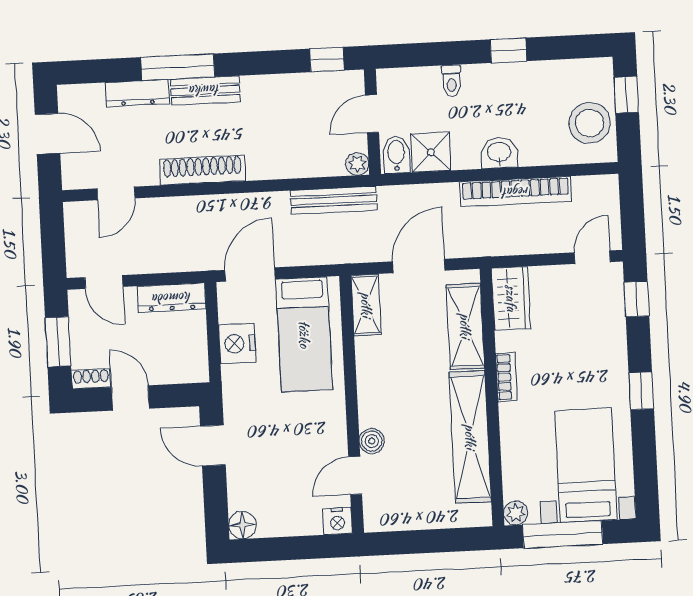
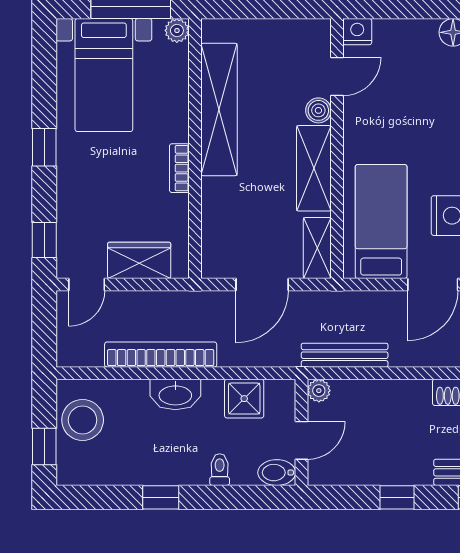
window: (327, 59) -> (397, 497), moved
washbasin: (499, 153) -> (175, 395), width x1.38
bidet: (396, 155) -> (277, 473), moved, turned 90
wardrobe: (511, 298) -> (139, 260), moved, turned 90
shelving: (465, 326) -> (314, 168), moved

